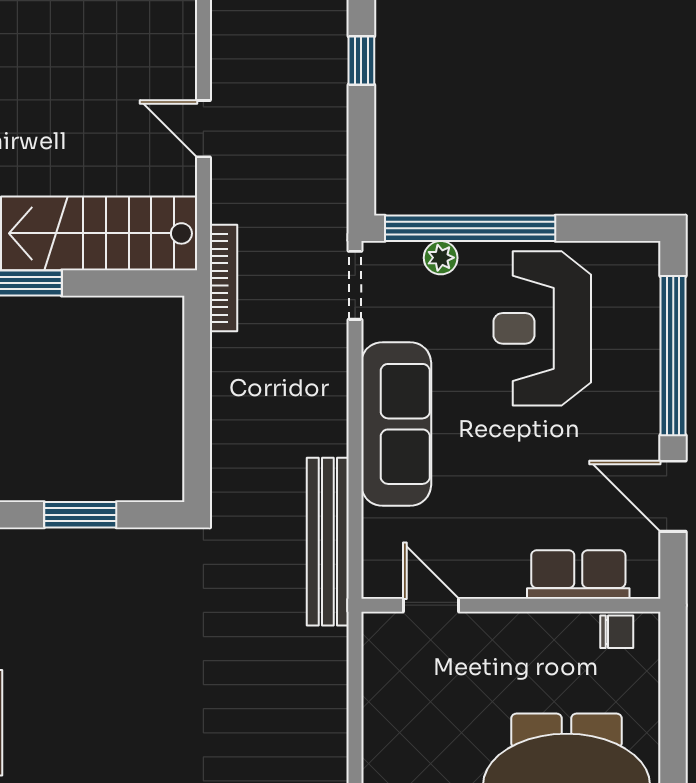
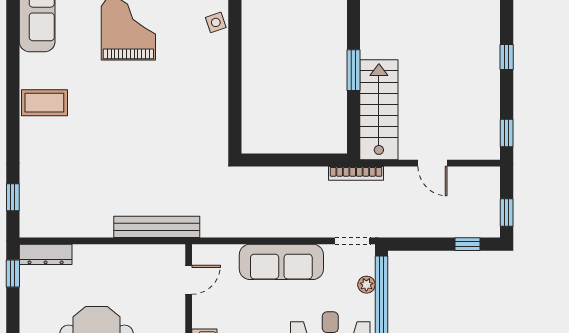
door: (203, 129) -> (432, 163), swing flipped
window: (80, 515) -> (235, 100), removed
bench: (328, 542) -> (157, 227), moved

